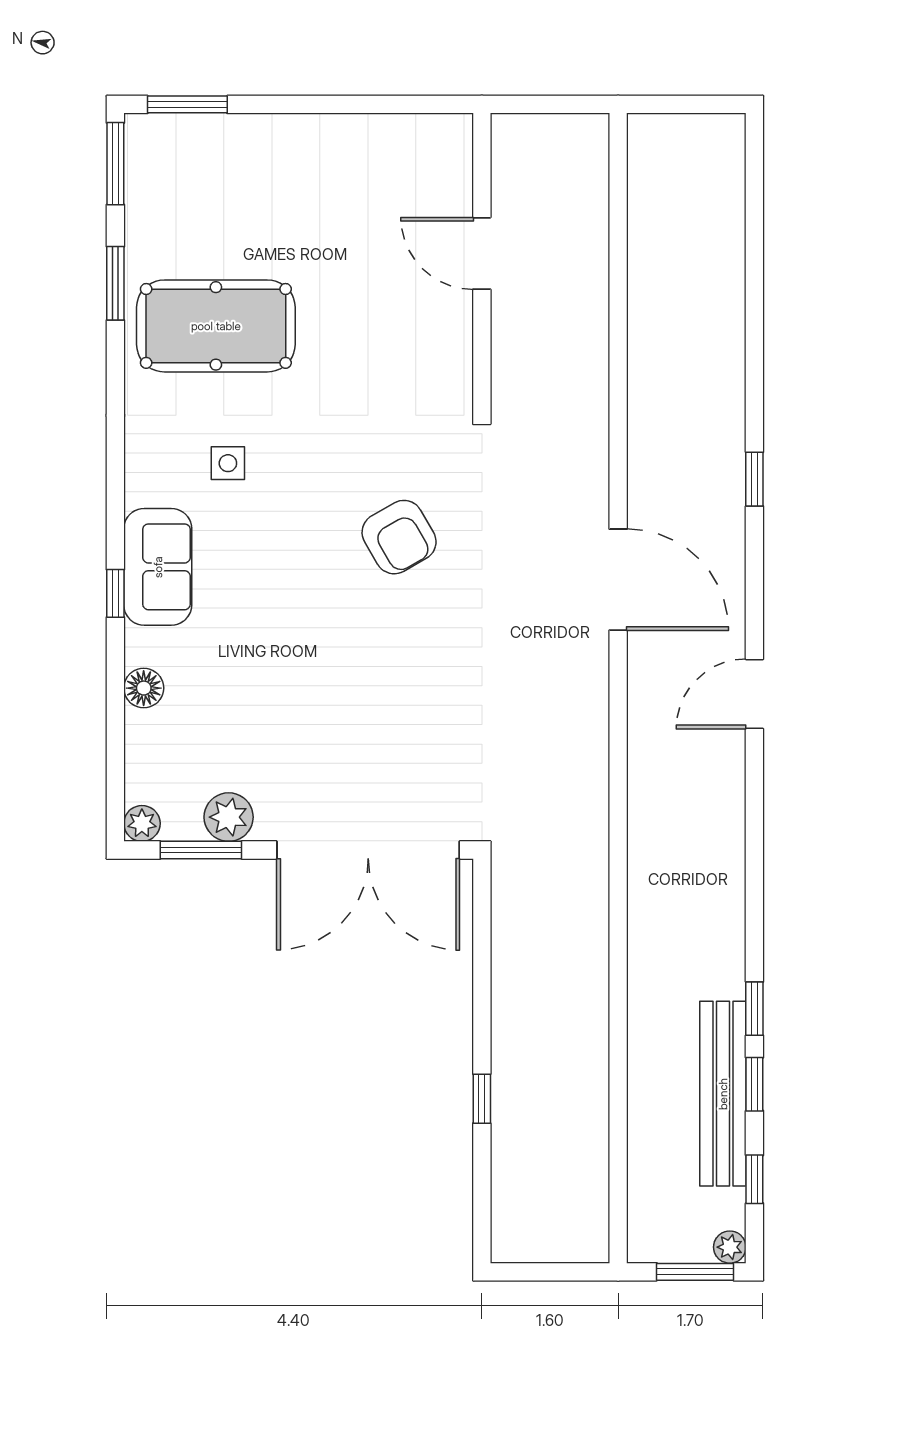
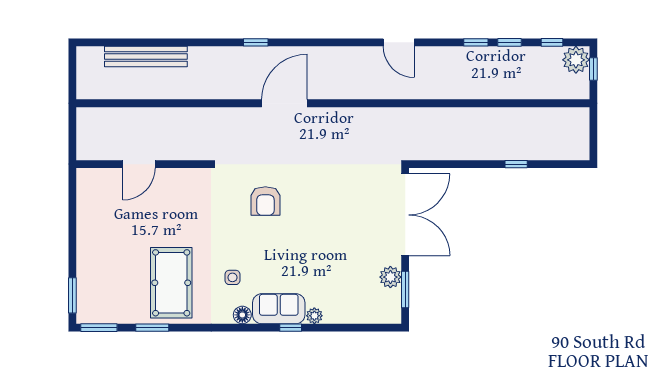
window: (754, 479) -> (256, 42), moved
armchair: (399, 537) -> (265, 201), turned 120
floor lamp: (144, 688) -> (242, 315), moved
door: (754, 694) -> (399, 42), moved
plant: (142, 823) -> (314, 316), moved
bench: (723, 1094) -> (146, 57), moved
plant: (730, 1247) -> (576, 60), width x1.88, depth x1.88
window: (695, 1272) -> (593, 69), width x0.67

